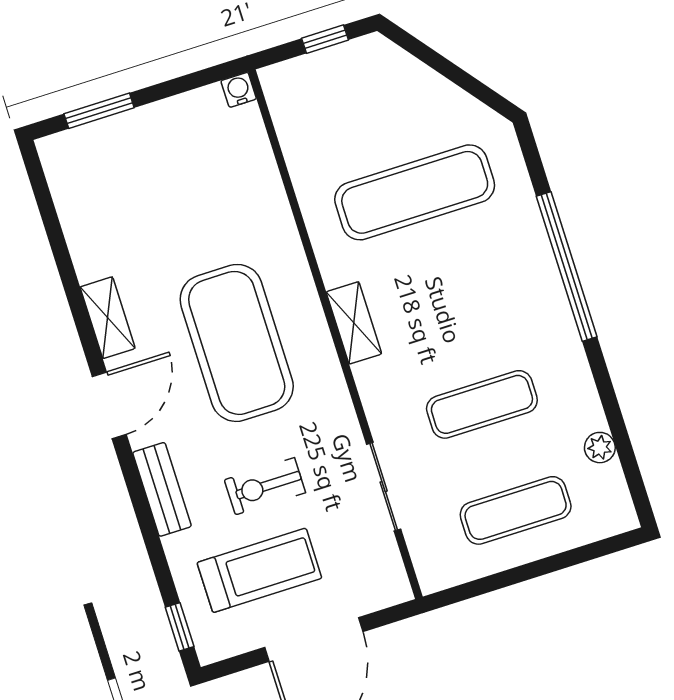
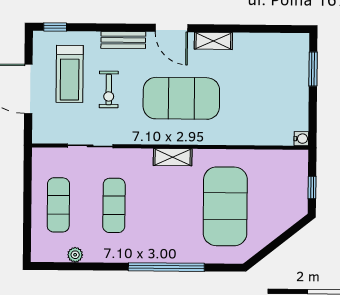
exercise mat: (415, 192) -> (225, 206), width x1.47
exercise bike: (265, 486) -> (109, 89), turned 180

